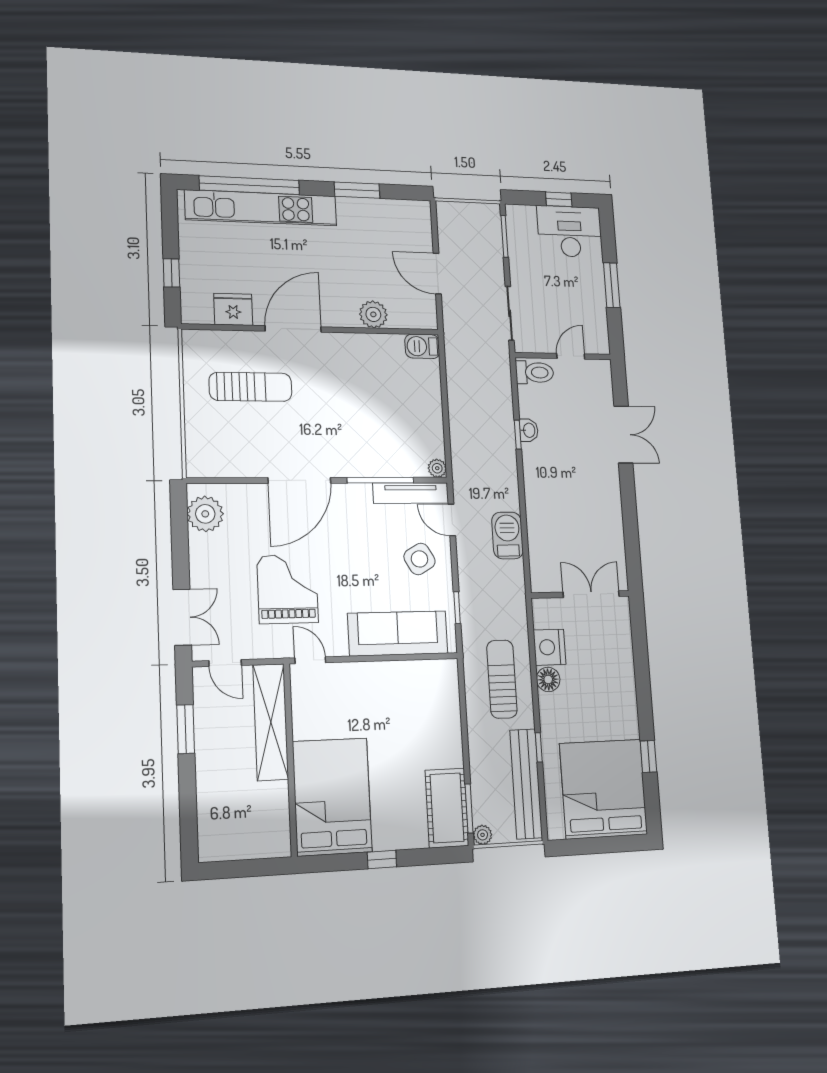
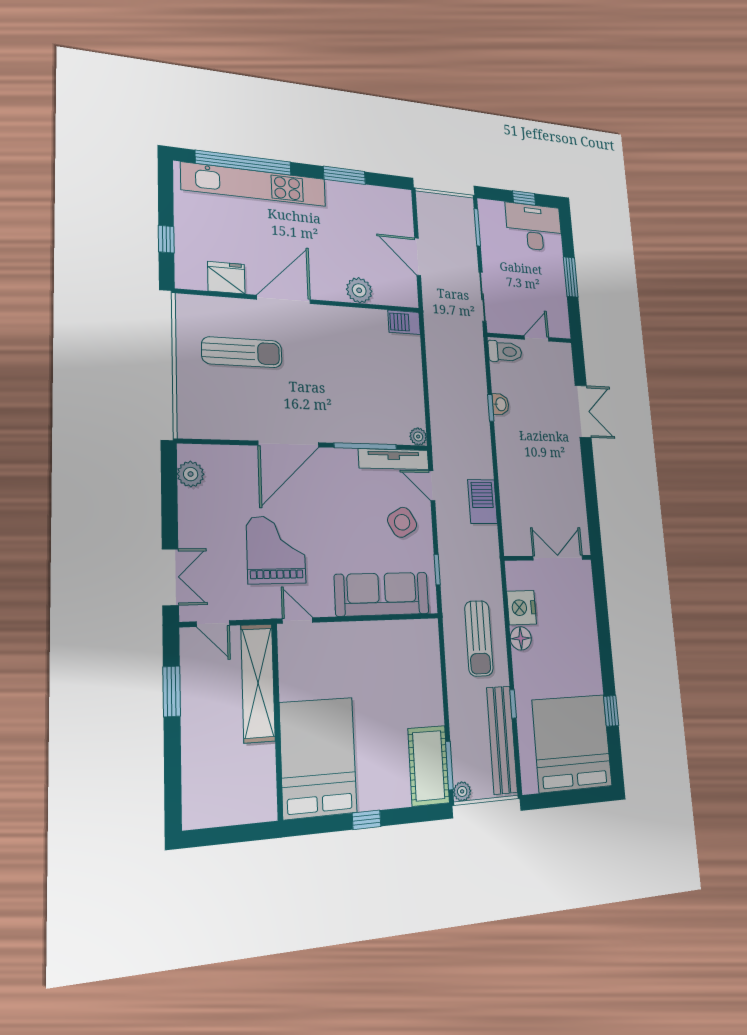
plant: (205, 514) -> (191, 474), width x0.73, depth x0.73
sun lounger: (502, 679) -> (479, 638), turned 180

